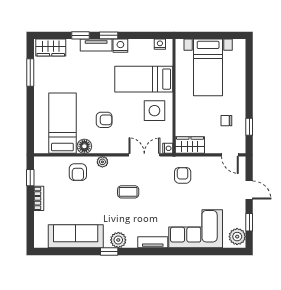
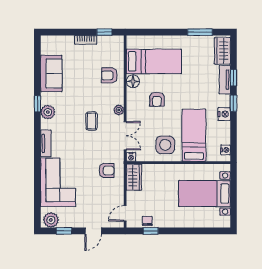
tv unit: (96, 45) -> (225, 80), moved
chair: (226, 121) -> (147, 221), moved
plant: (102, 162) -> (119, 110), moved
sofa: (76, 236) -> (51, 73), width x0.73

